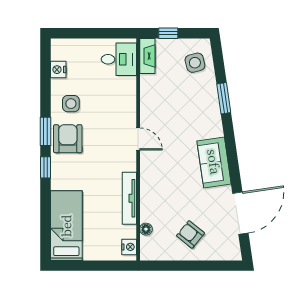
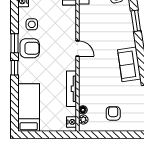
armchair: (68, 139) -> (30, 48), turned 90
armchair: (190, 234) -> (113, 113), turned 51
plant: (147, 243) -> (83, 120), added

